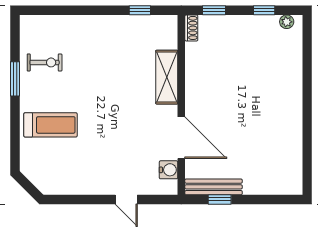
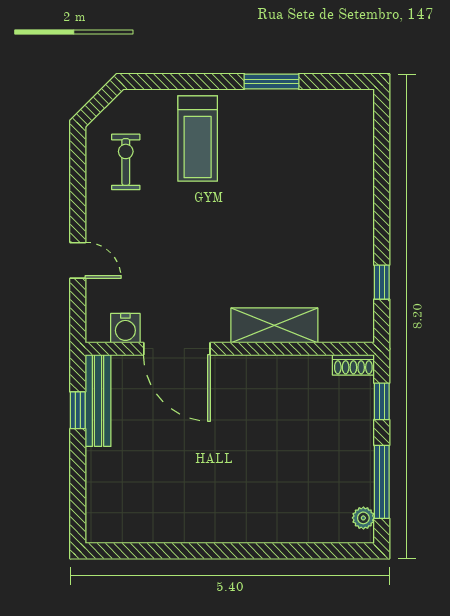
window: (264, 10) -> (382, 482), width x2.17
exercise bike: (45, 62) -> (126, 162), moved, turned 180
door: (181, 138) -> (177, 349), hinge flipped
door: (126, 199) -> (78, 260), swing flipped

